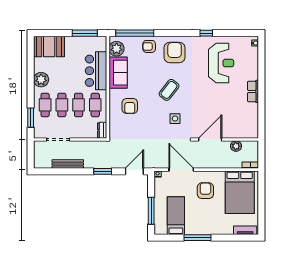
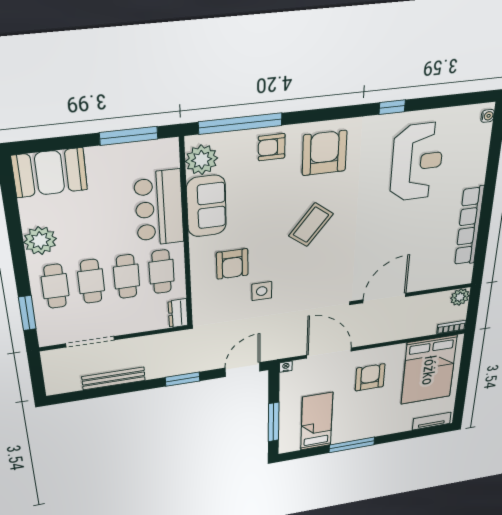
row of seats: (253, 91) -> (469, 226), width x2.02
side table: (175, 119) -> (262, 291), moved
plant: (236, 146) -> (460, 297), moved

